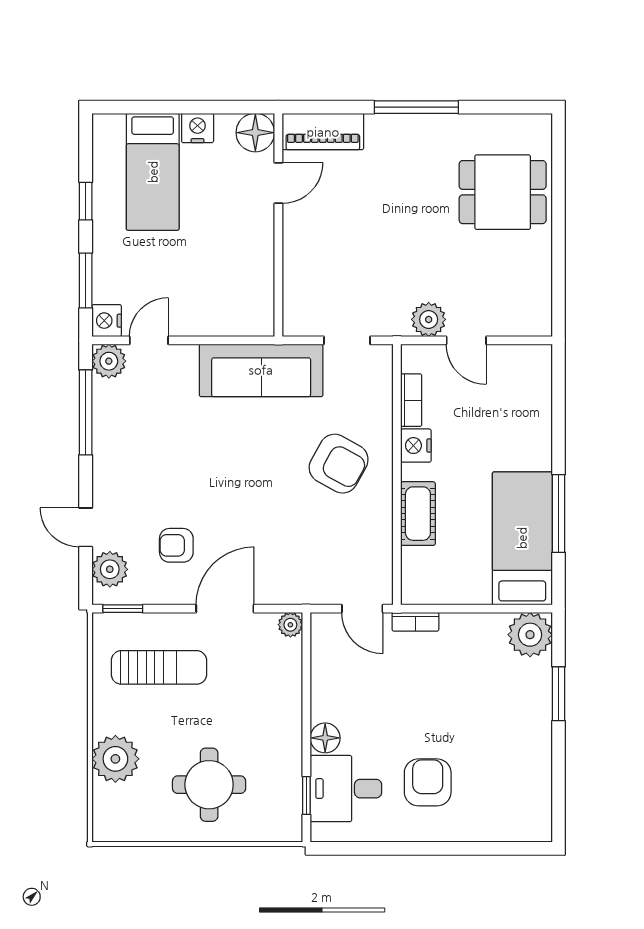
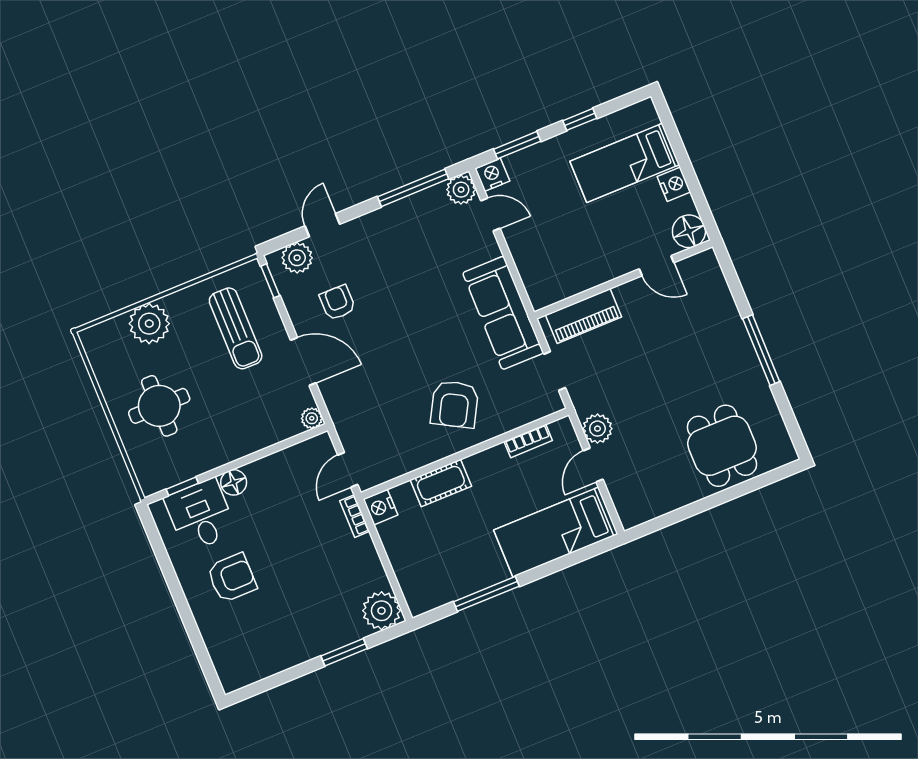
piano: (323, 132) -> (584, 316), moved, turned -90
nightstand: (416, 446) -> (380, 507), moved, turned -90
bed: (522, 538) -> (556, 532), moved, turned 180

